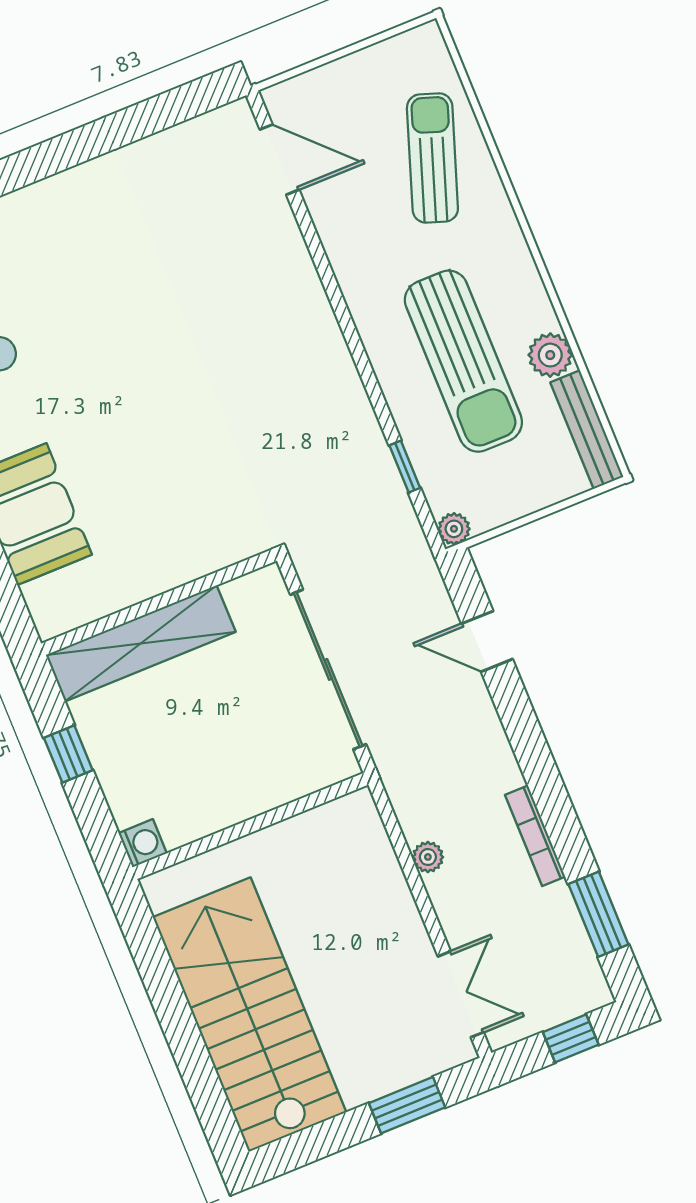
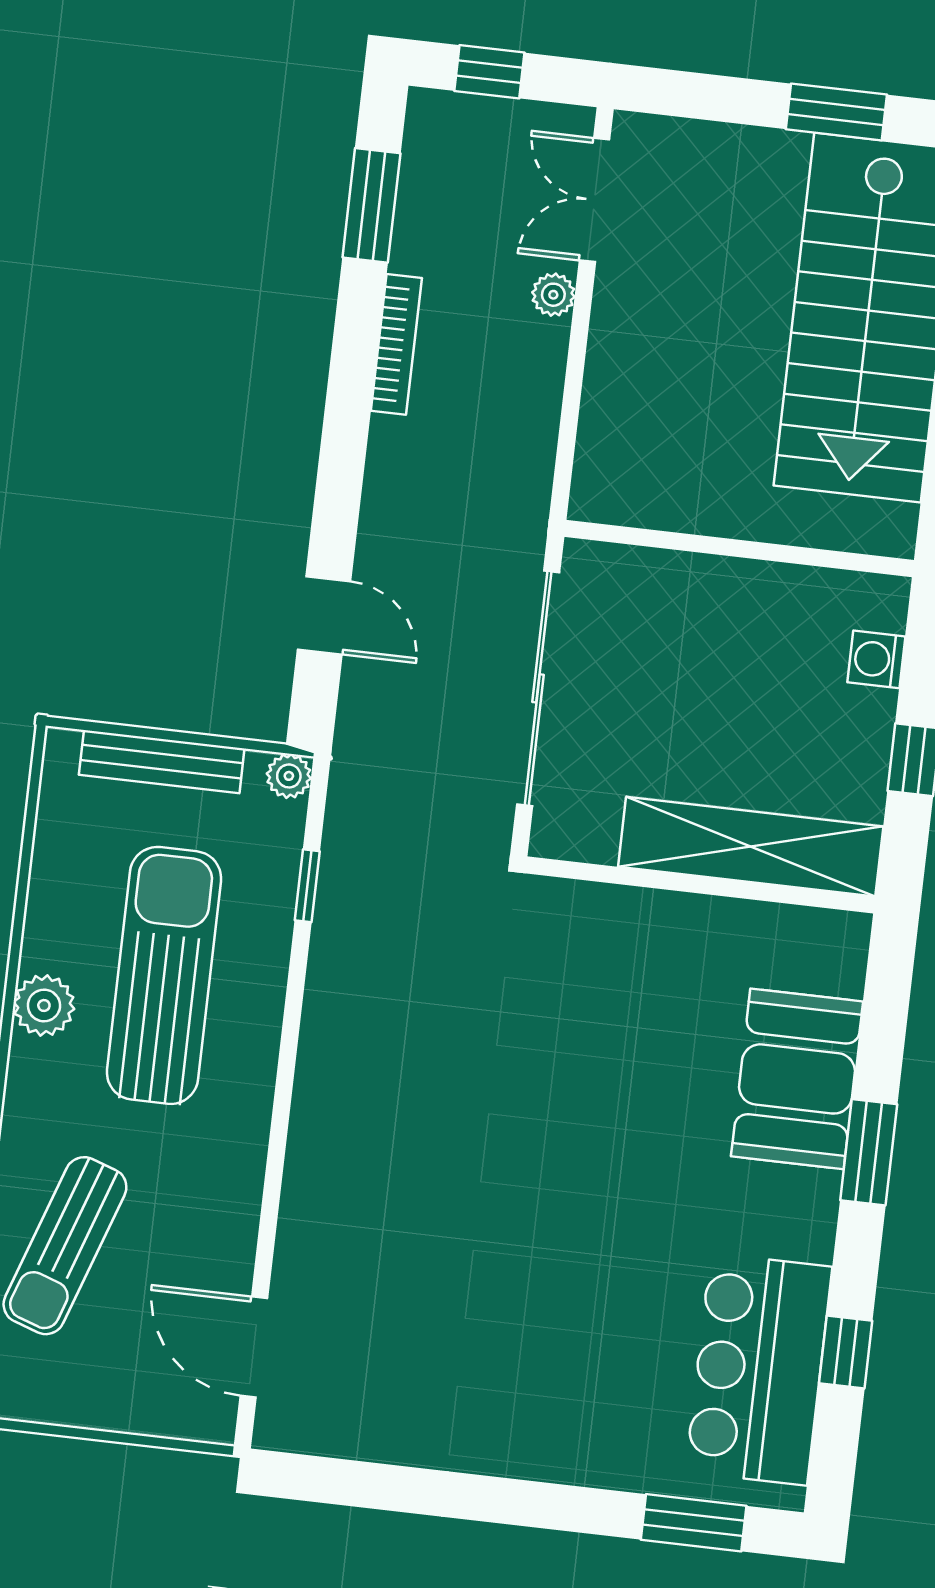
plant: (550, 355) -> (44, 1005), moved
bench: (587, 430) -> (162, 762), moved, turned 90
washing machine: (143, 843) -> (876, 659), moved
plant: (428, 857) -> (553, 295), moved
window: (407, 1105) -> (836, 112), moved

